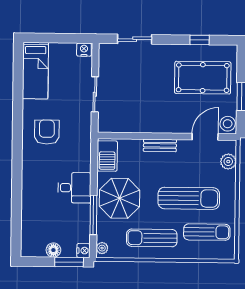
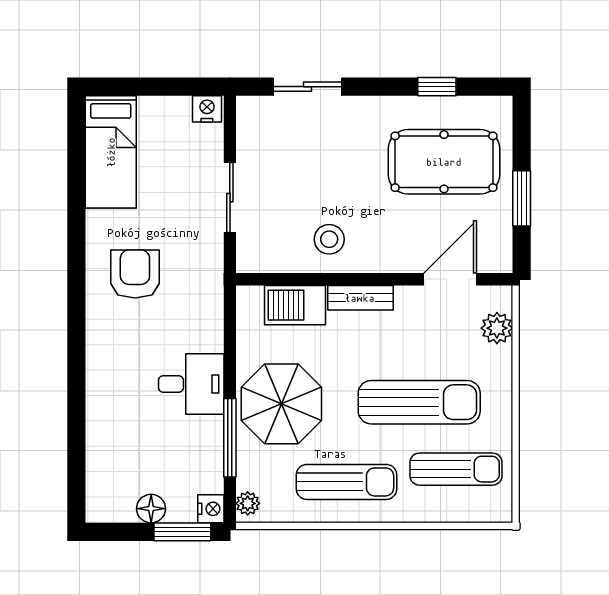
stool: (228, 124) -> (329, 239), moved
barbecue: (107, 156) -> (295, 305), moved, turned 90
sun lounger: (152, 238) -> (347, 482), turned 180

